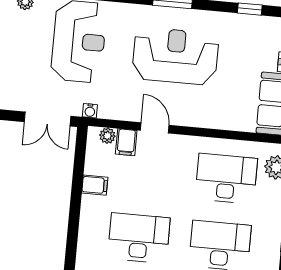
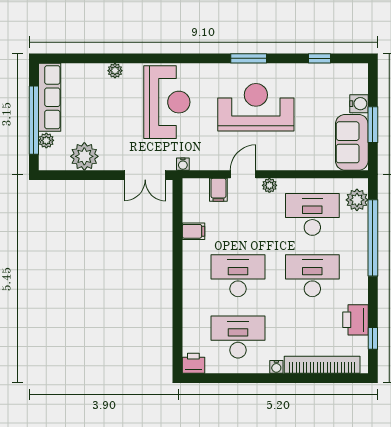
door: (155, 128) -> (243, 174), hinge flipped
plant: (107, 136) -> (269, 185), moved

